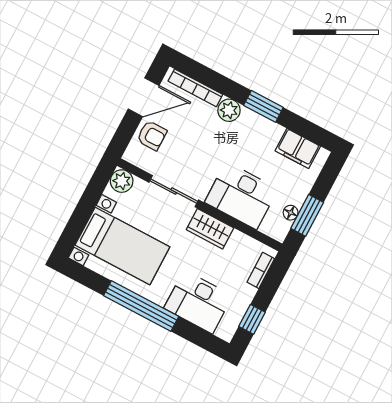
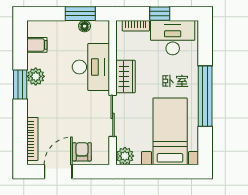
door: (144, 97) -> (58, 172), hinge flipped
plant: (229, 110) -> (36, 76), moved
filing cabinet: (298, 148) -> (37, 45), width x0.50
desk: (198, 302) -> (173, 38), moved, turned -90
window: (252, 319) -> (160, 14), moved

